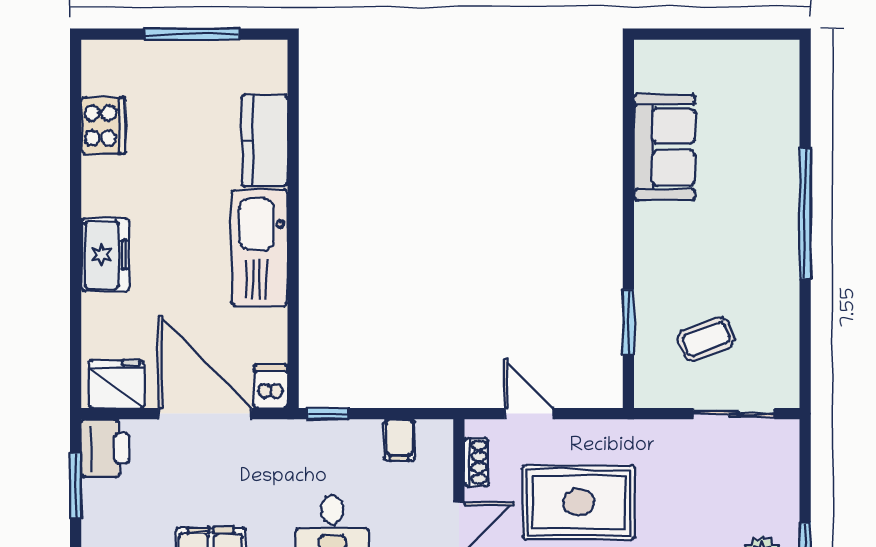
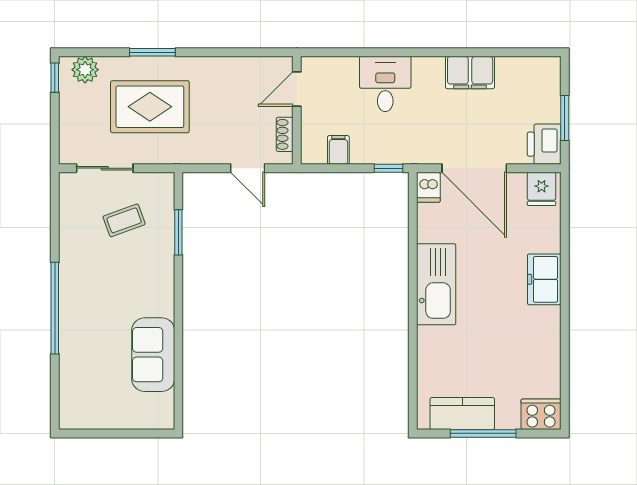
cooker: (103, 126) -> (541, 414), moved, turned 90
kitchen counter: (264, 140) -> (462, 414), moved, turned -90
fridge: (117, 384) -> (542, 189), width x0.72
rug: (579, 502) -> (150, 107), moved

